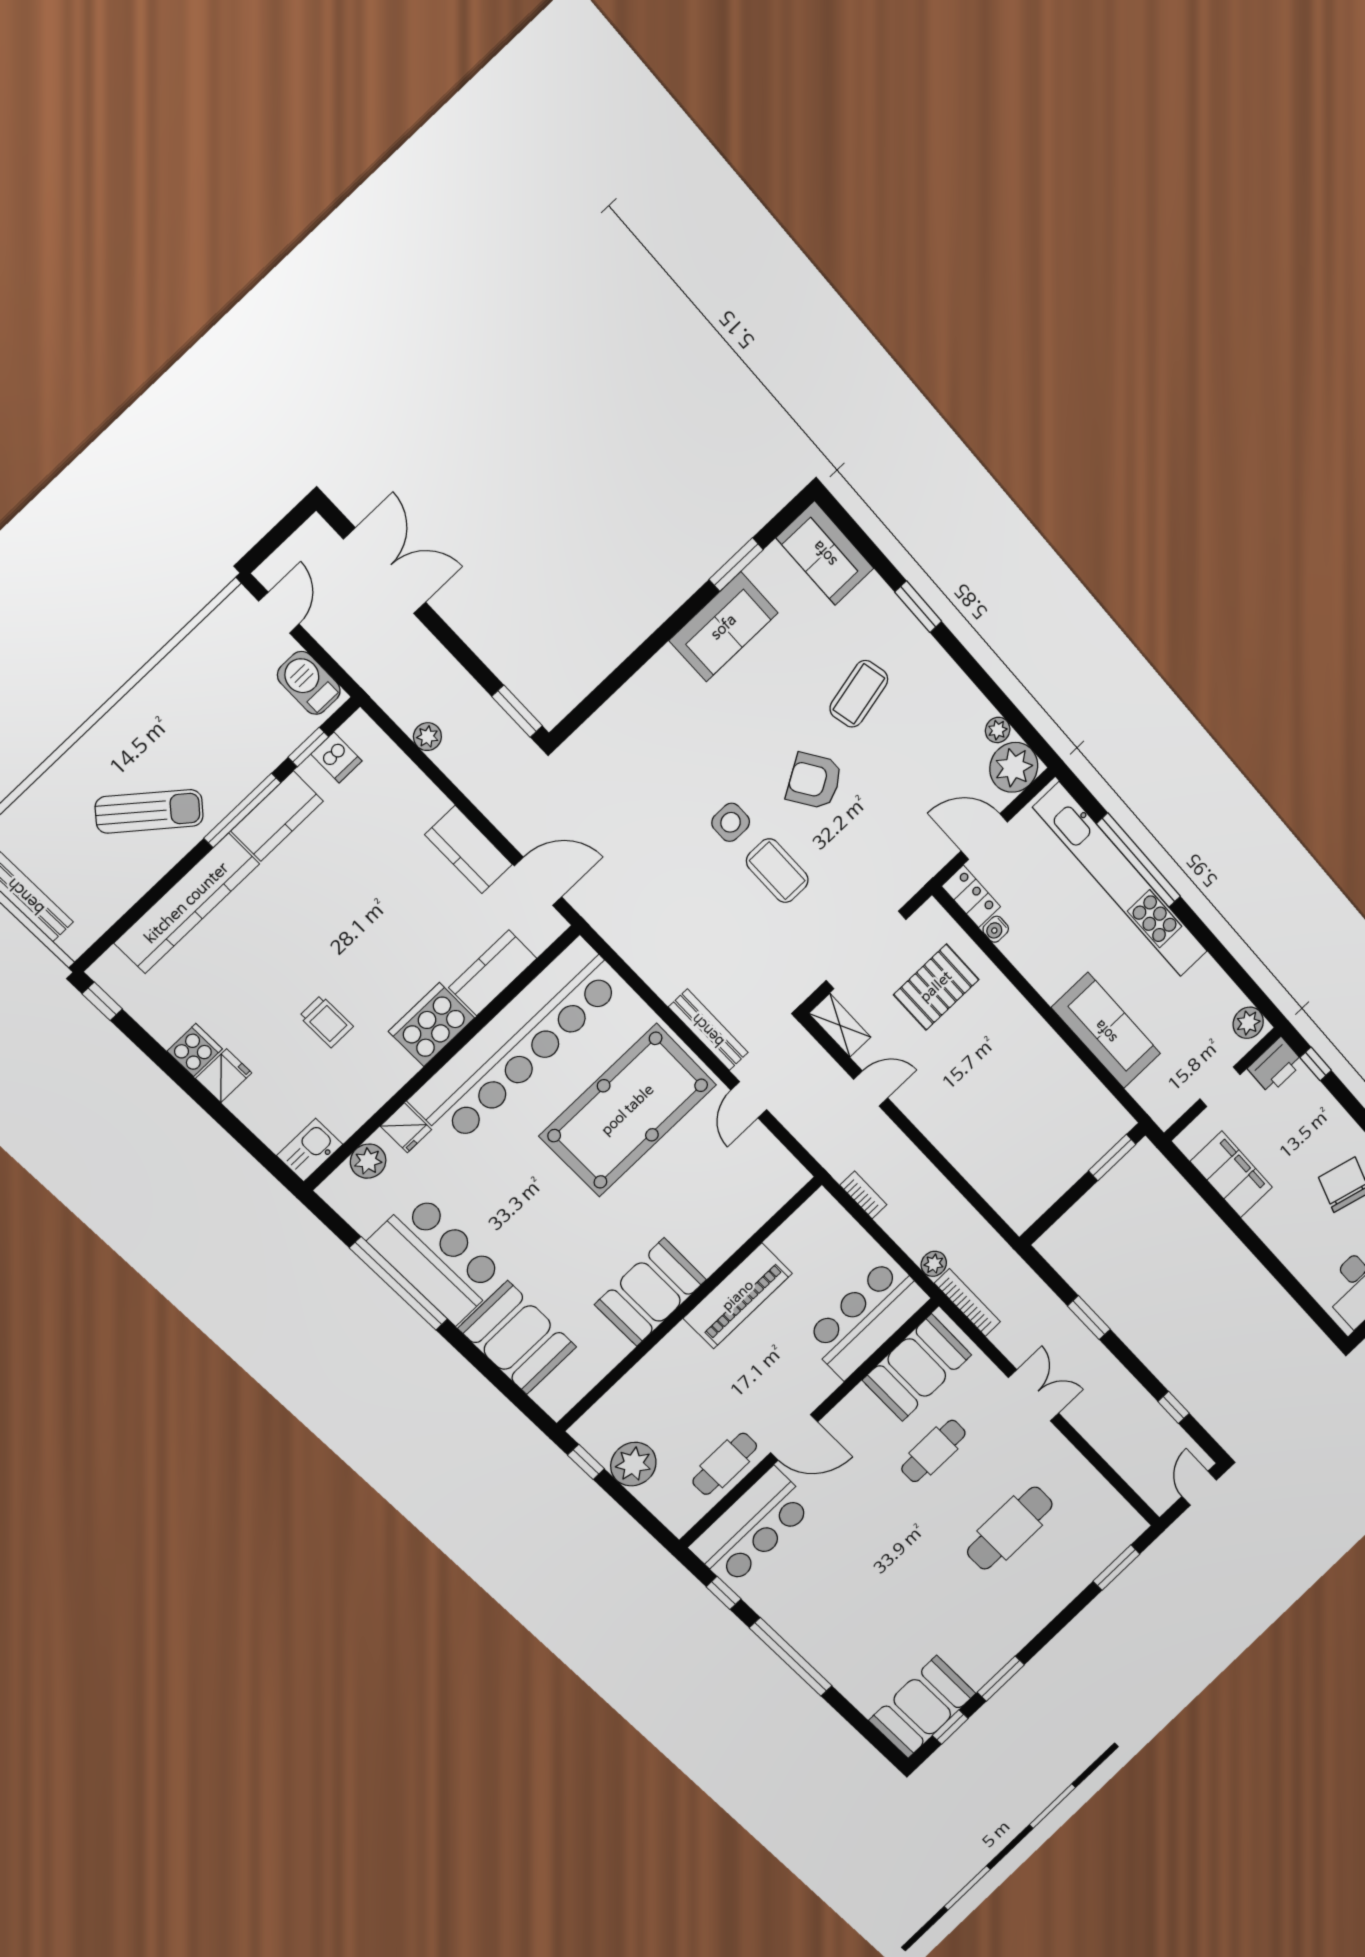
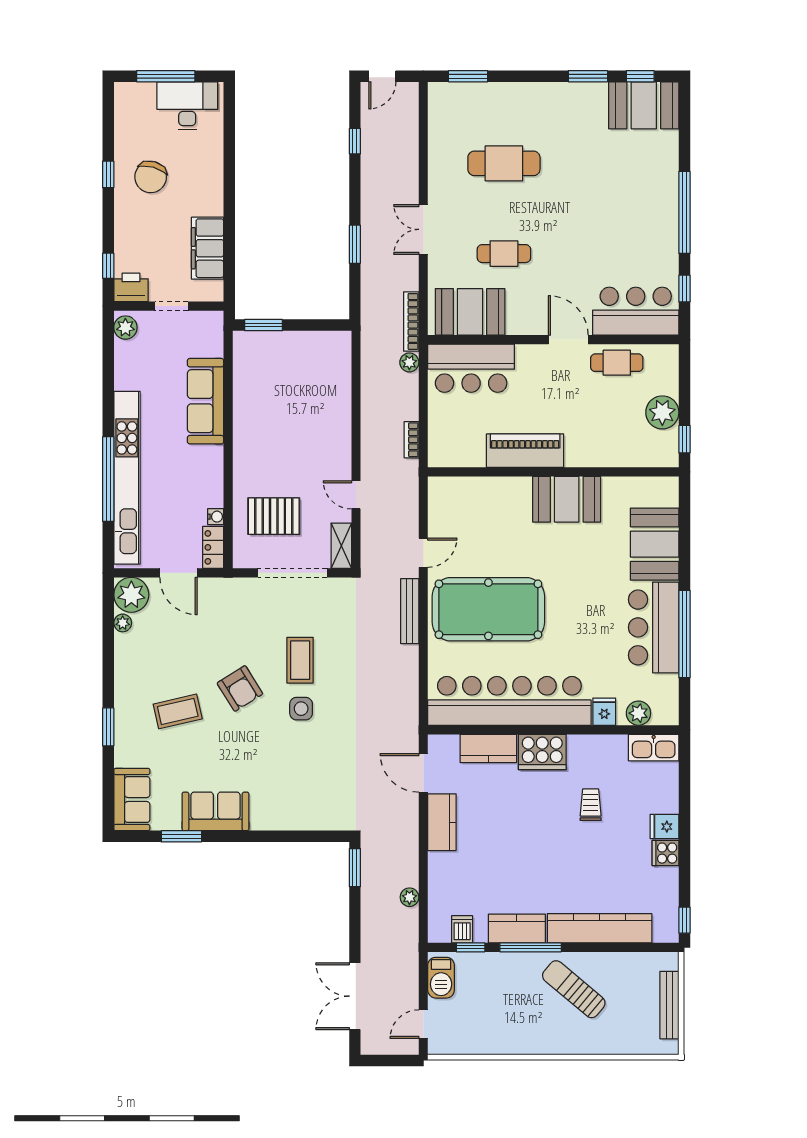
kitchen sink: (310, 1150) -> (654, 748), width x1.38

